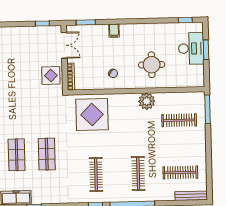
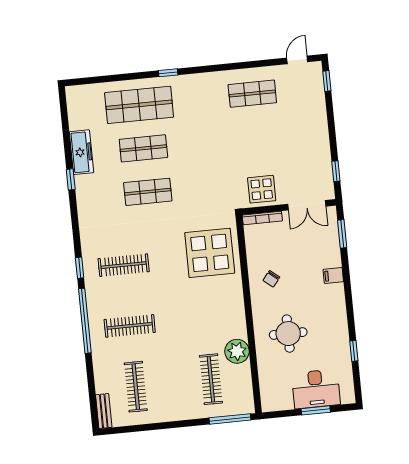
window: (185, 20) -> (354, 351), moved
plant: (147, 101) -> (237, 351), moved
bench: (191, 196) -> (104, 411), width x0.73

